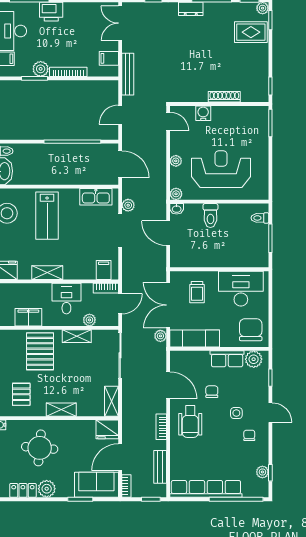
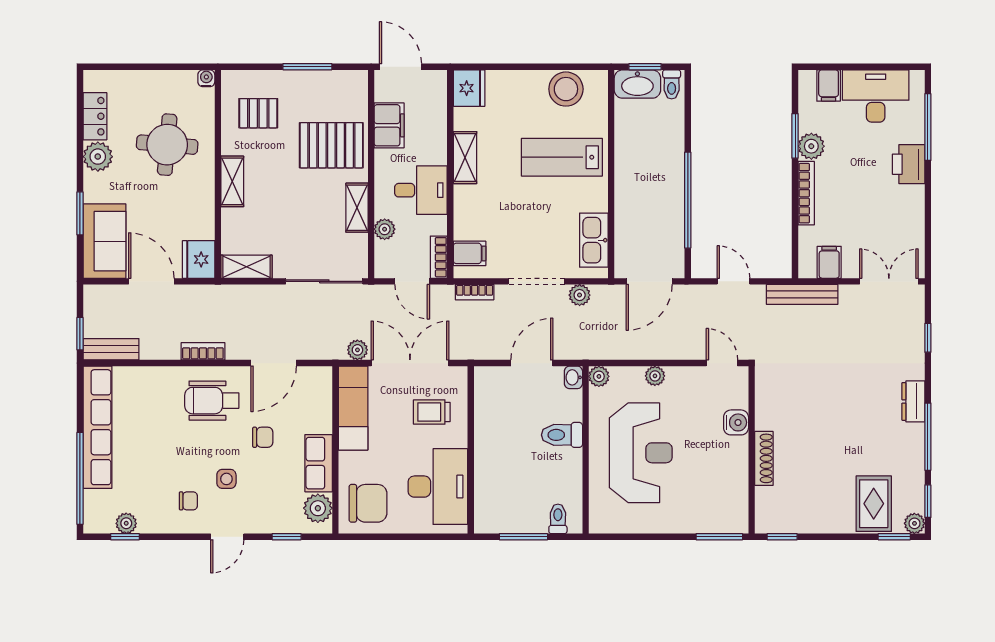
door: (168, 121) -> (722, 363), swing flipped
bench: (160, 467) -> (111, 349), moved
bookcase: (126, 486) -> (475, 292), moved

